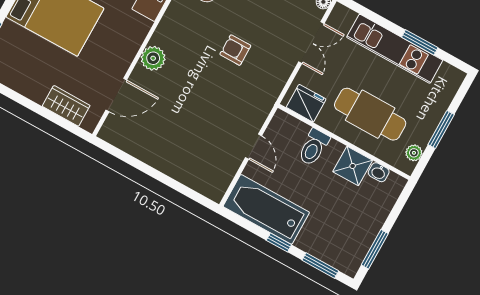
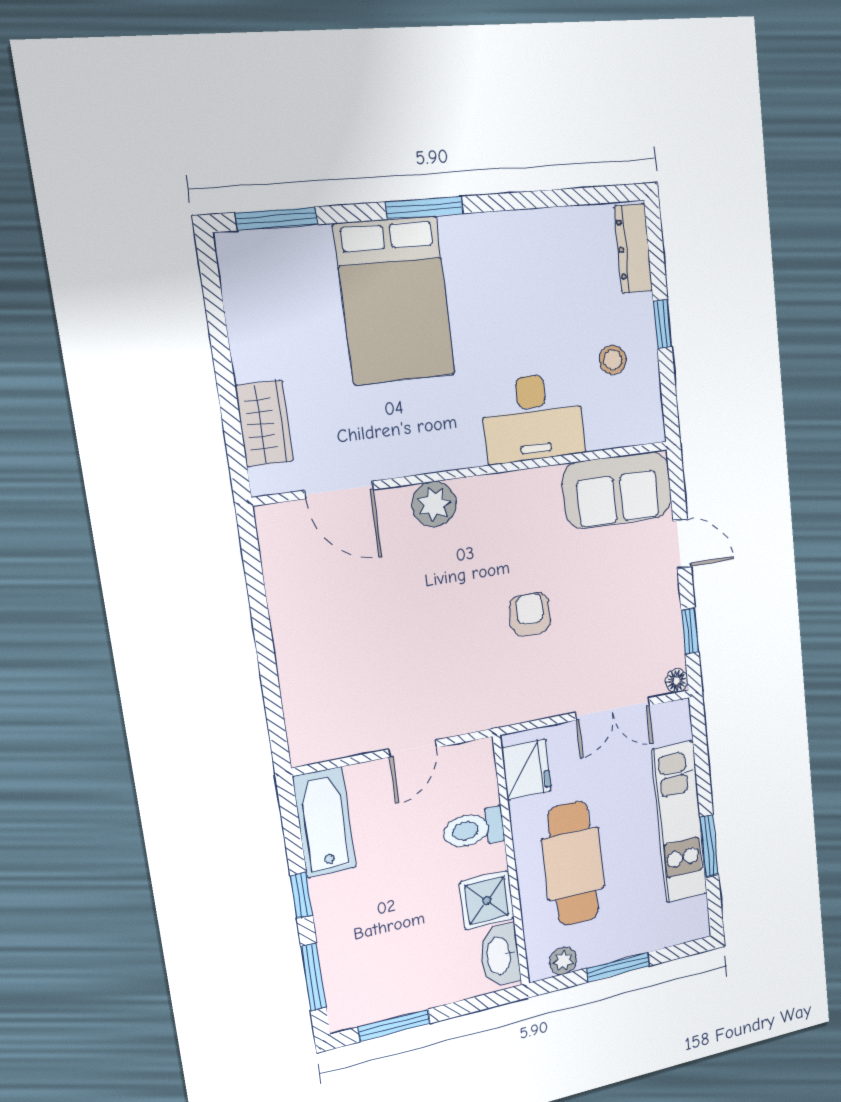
washbasin: (379, 172) -> (500, 955), width x1.91, depth x1.45
bathtub: (266, 209) -> (324, 822), width x0.73, depth x0.73

